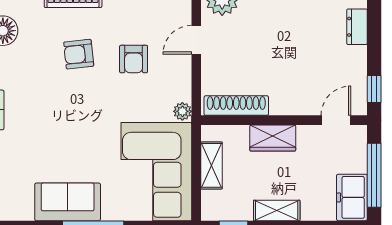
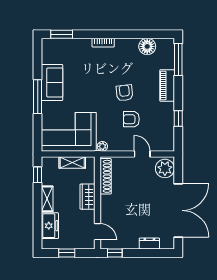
armchair: (79, 54) -> (124, 93), moved
window: (374, 175) -> (67, 253), width x0.46
freezer: (352, 197) -> (50, 226), moved, turned 90

